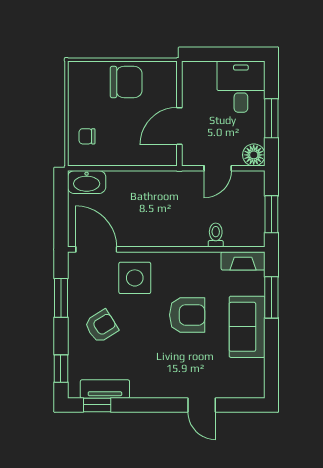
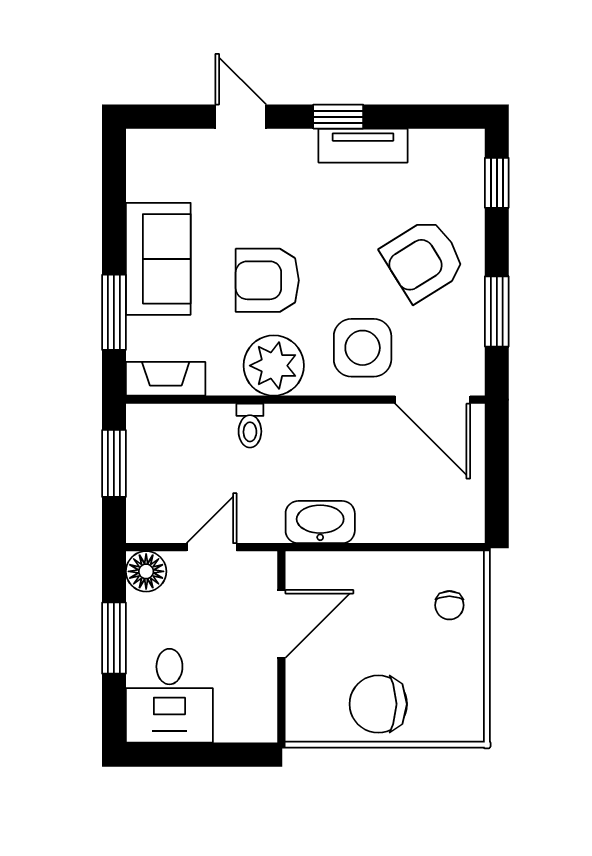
chair: (87, 136) -> (449, 605), turned 90
washbasin: (87, 182) -> (320, 522), moved
toilet: (216, 235) -> (250, 426), moved
plant: (184, 268) -> (274, 366), added
armchair: (101, 326) -> (423, 260), width x1.38, depth x1.38
tv unit: (105, 389) -> (363, 146), moved
window: (97, 405) -> (338, 117), moved

